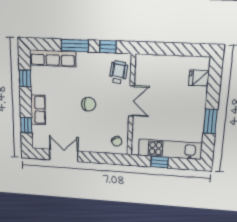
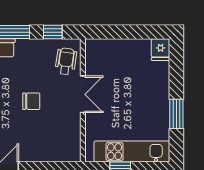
fridge: (199, 78) -> (161, 50), moved, turned -90
chair: (117, 141) -> (67, 146), removed

